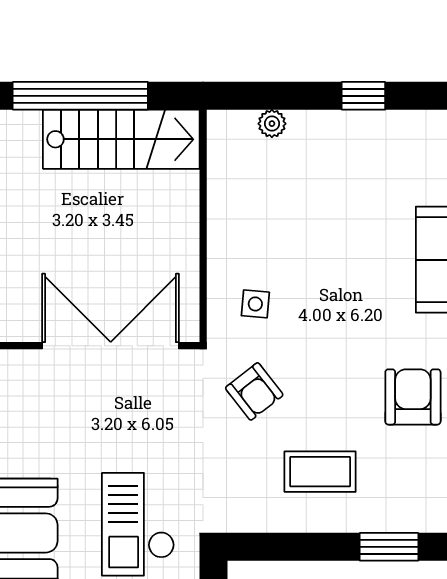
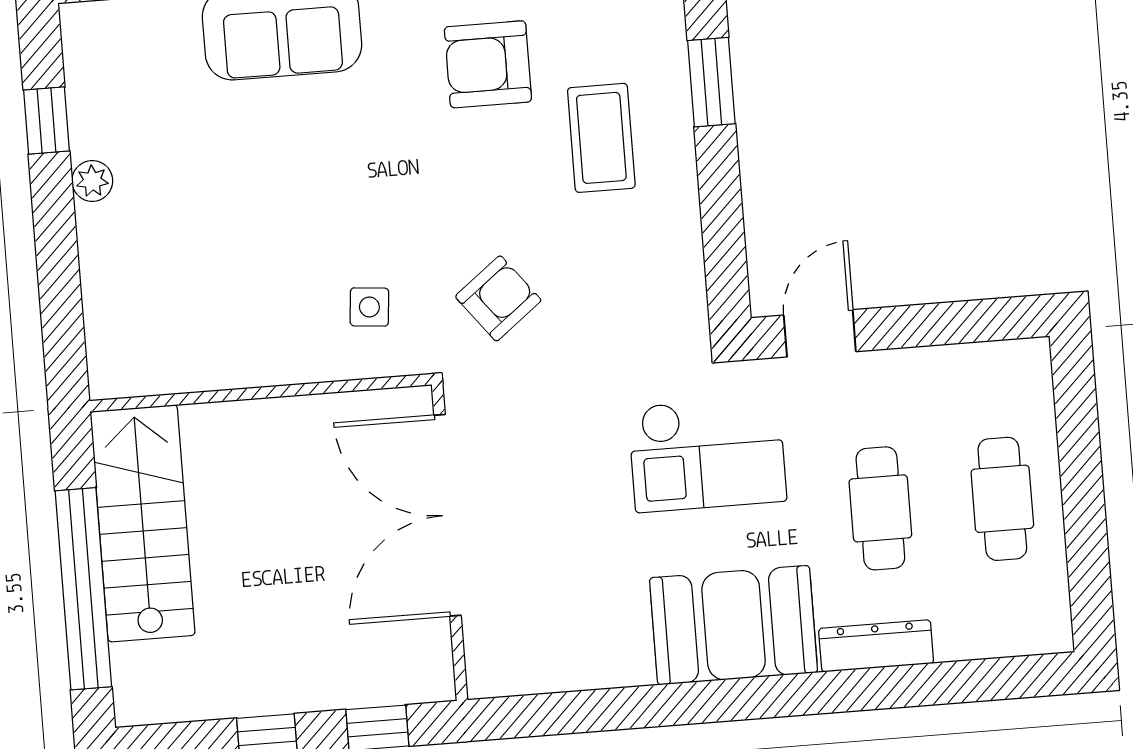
window: (363, 96) -> (47, 121), moved
plant: (272, 124) -> (92, 181), moved
coffee table: (320, 472) -> (601, 138), moved

